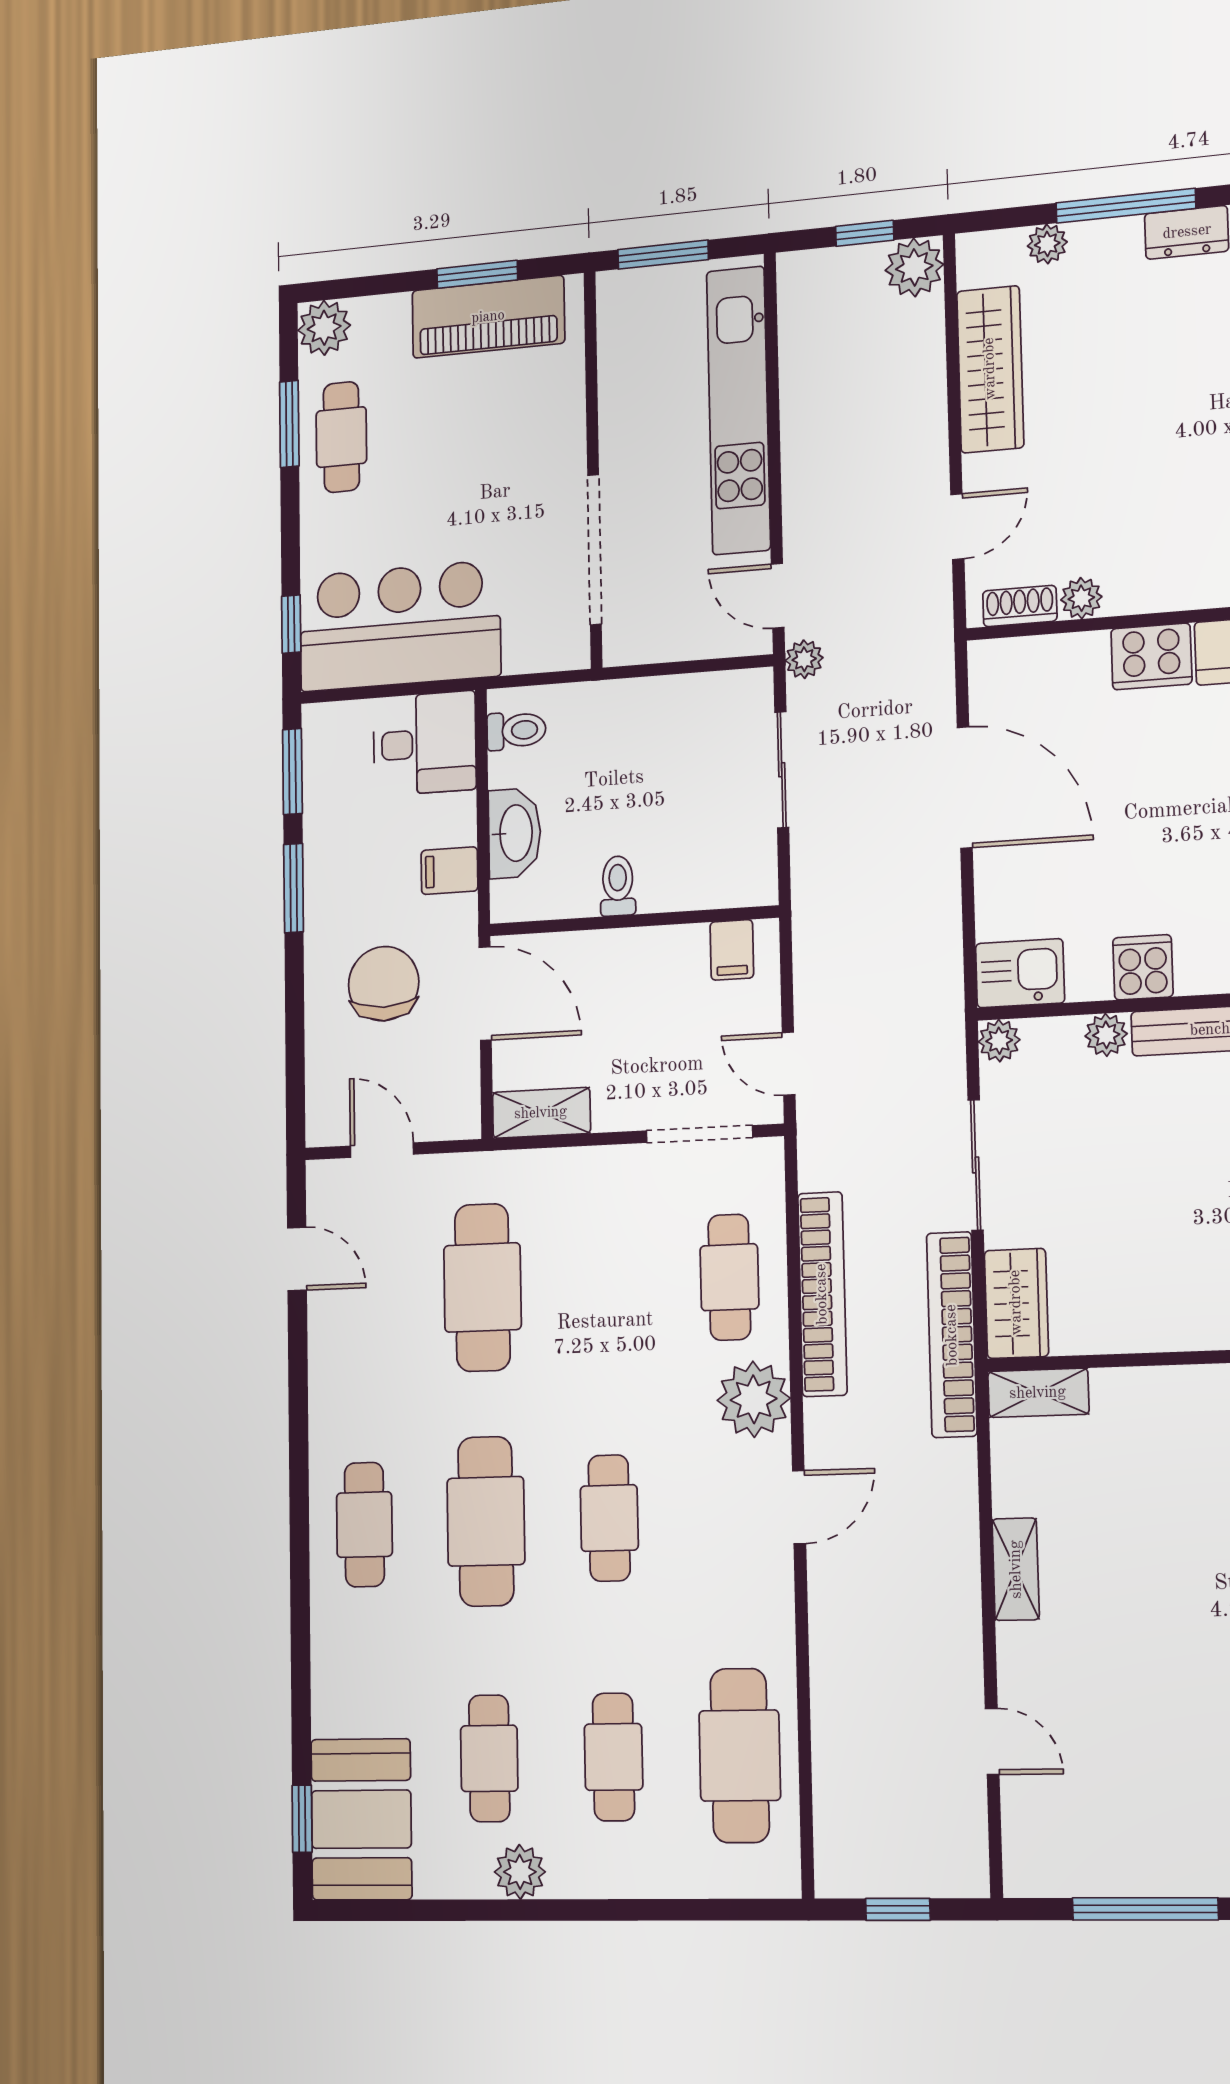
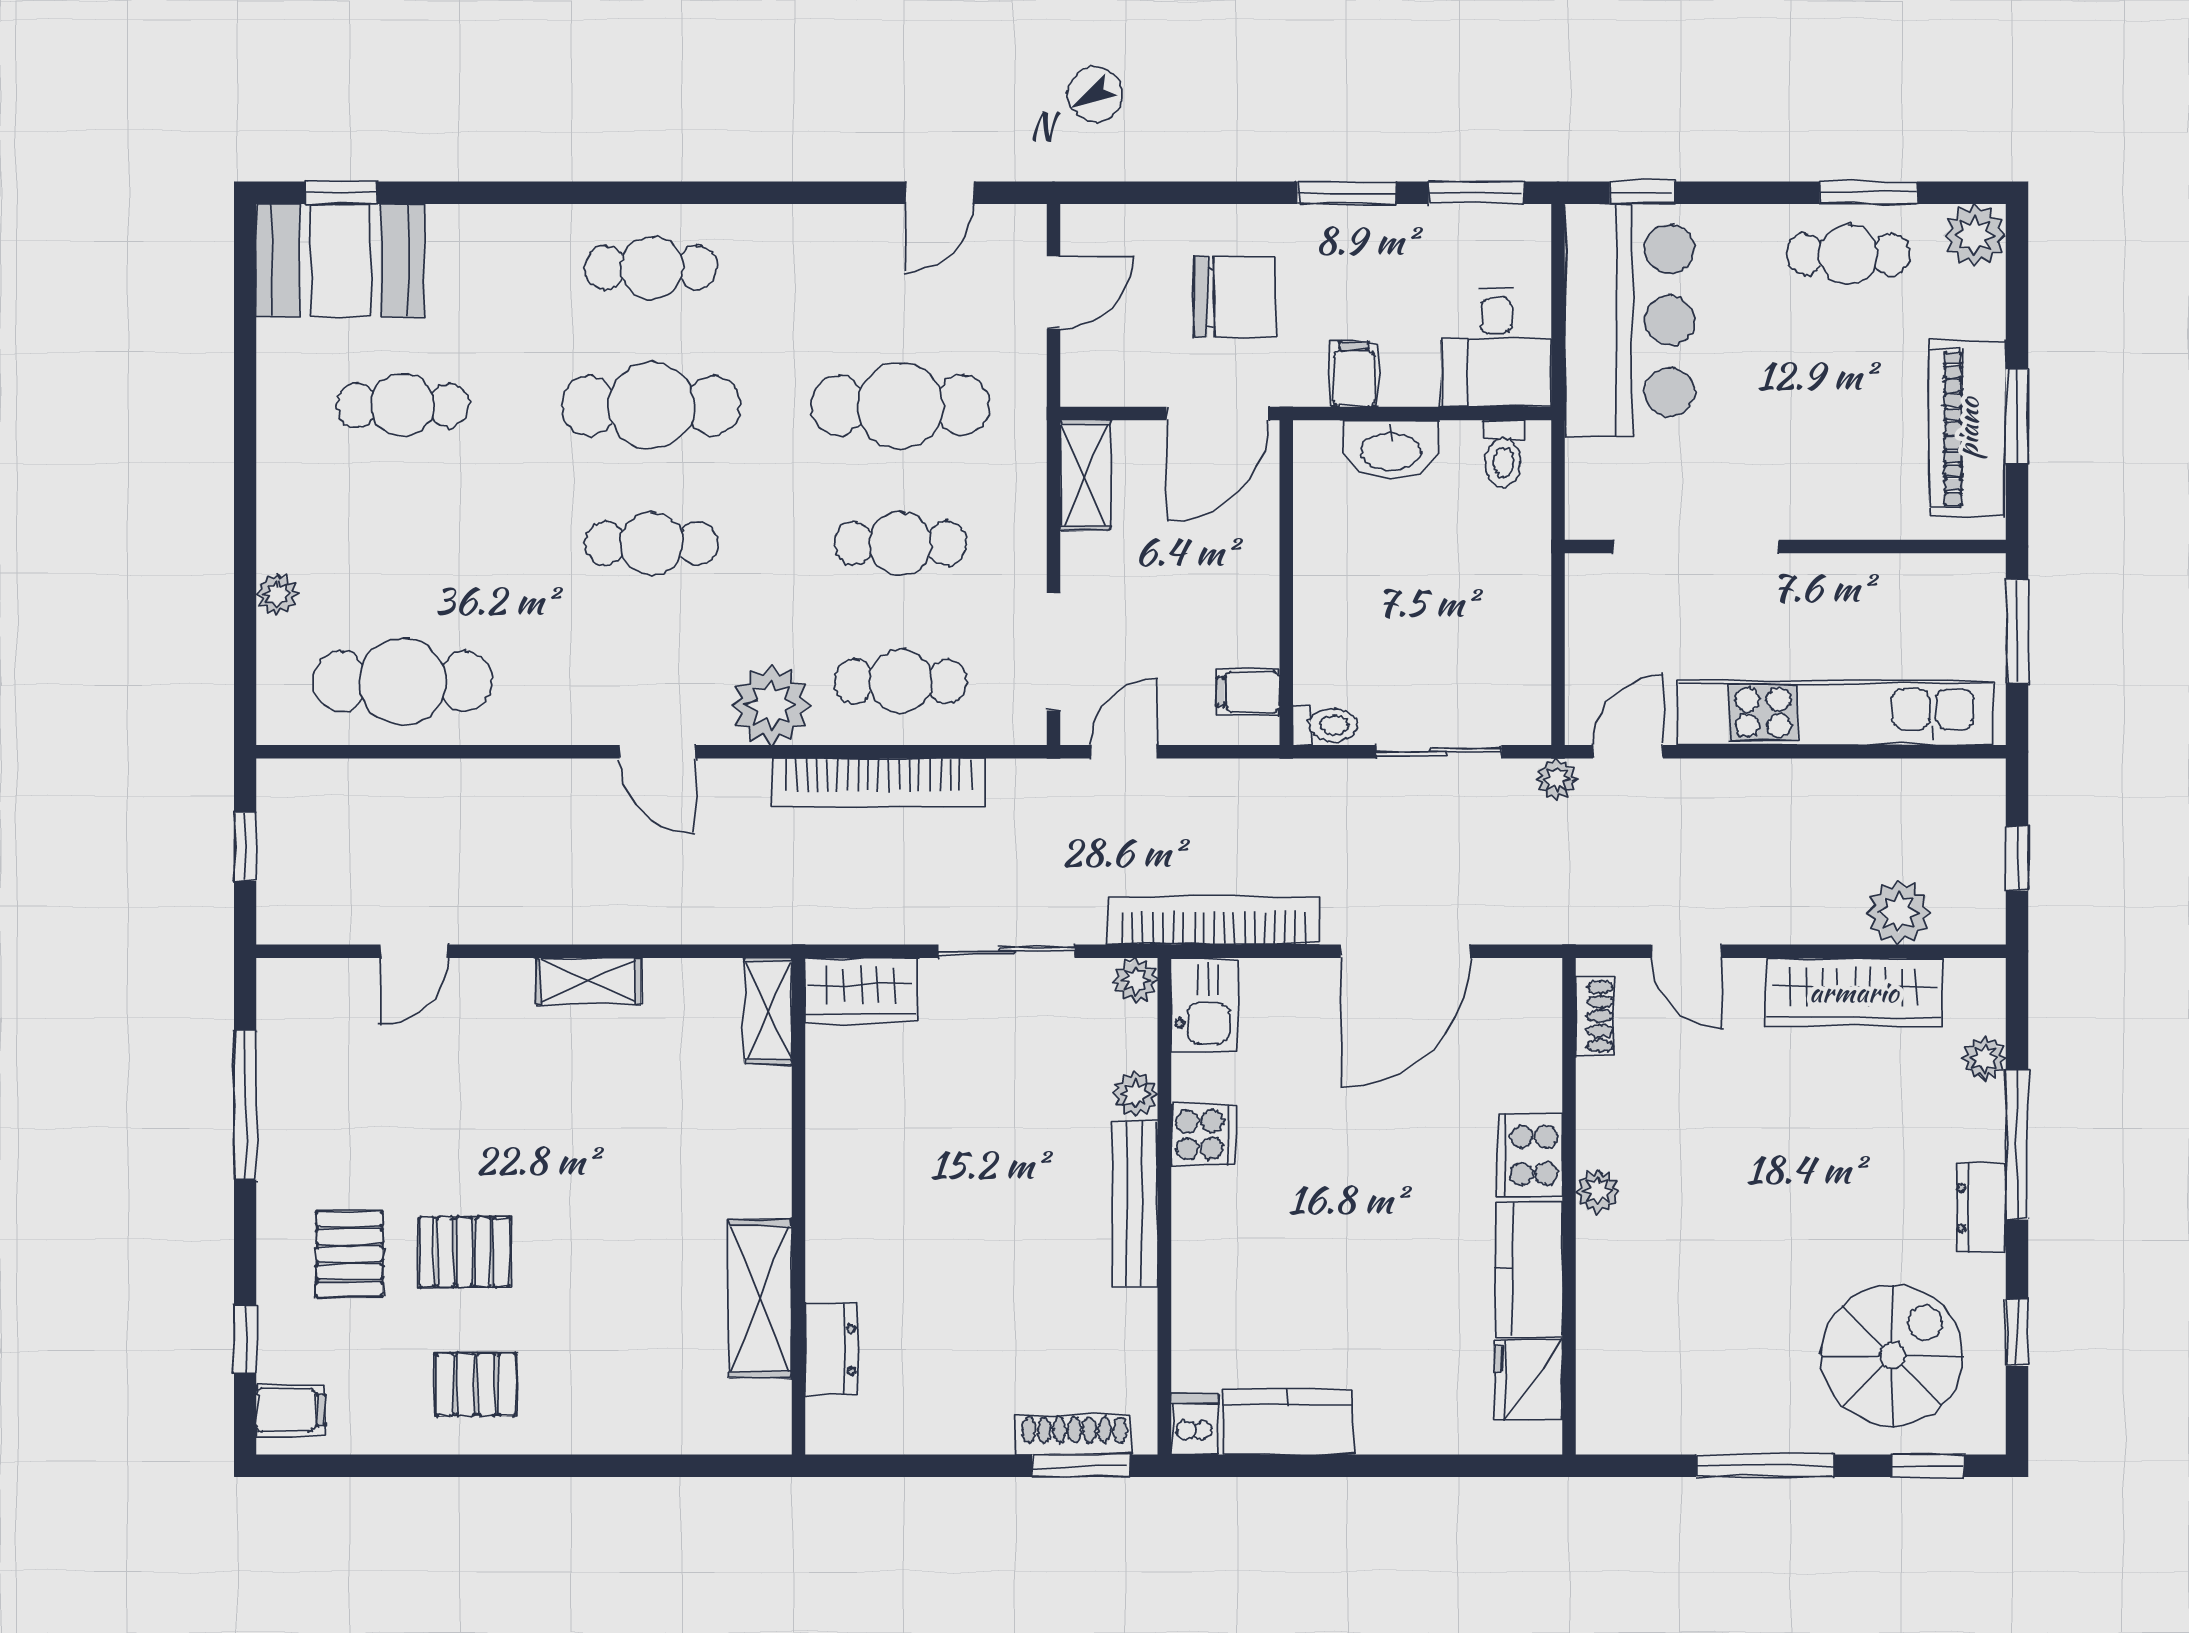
plant: (914, 267) -> (1898, 912), moved
plant: (1081, 598) -> (1598, 1192), moved
toilet: (618, 886) -> (1325, 725), moved
bookcase: (952, 1335) -> (1214, 921), moved
cafe table: (613, 1757) -> (900, 543), moved
plant: (520, 1872) -> (277, 594), moved, width x0.73, depth x0.73

